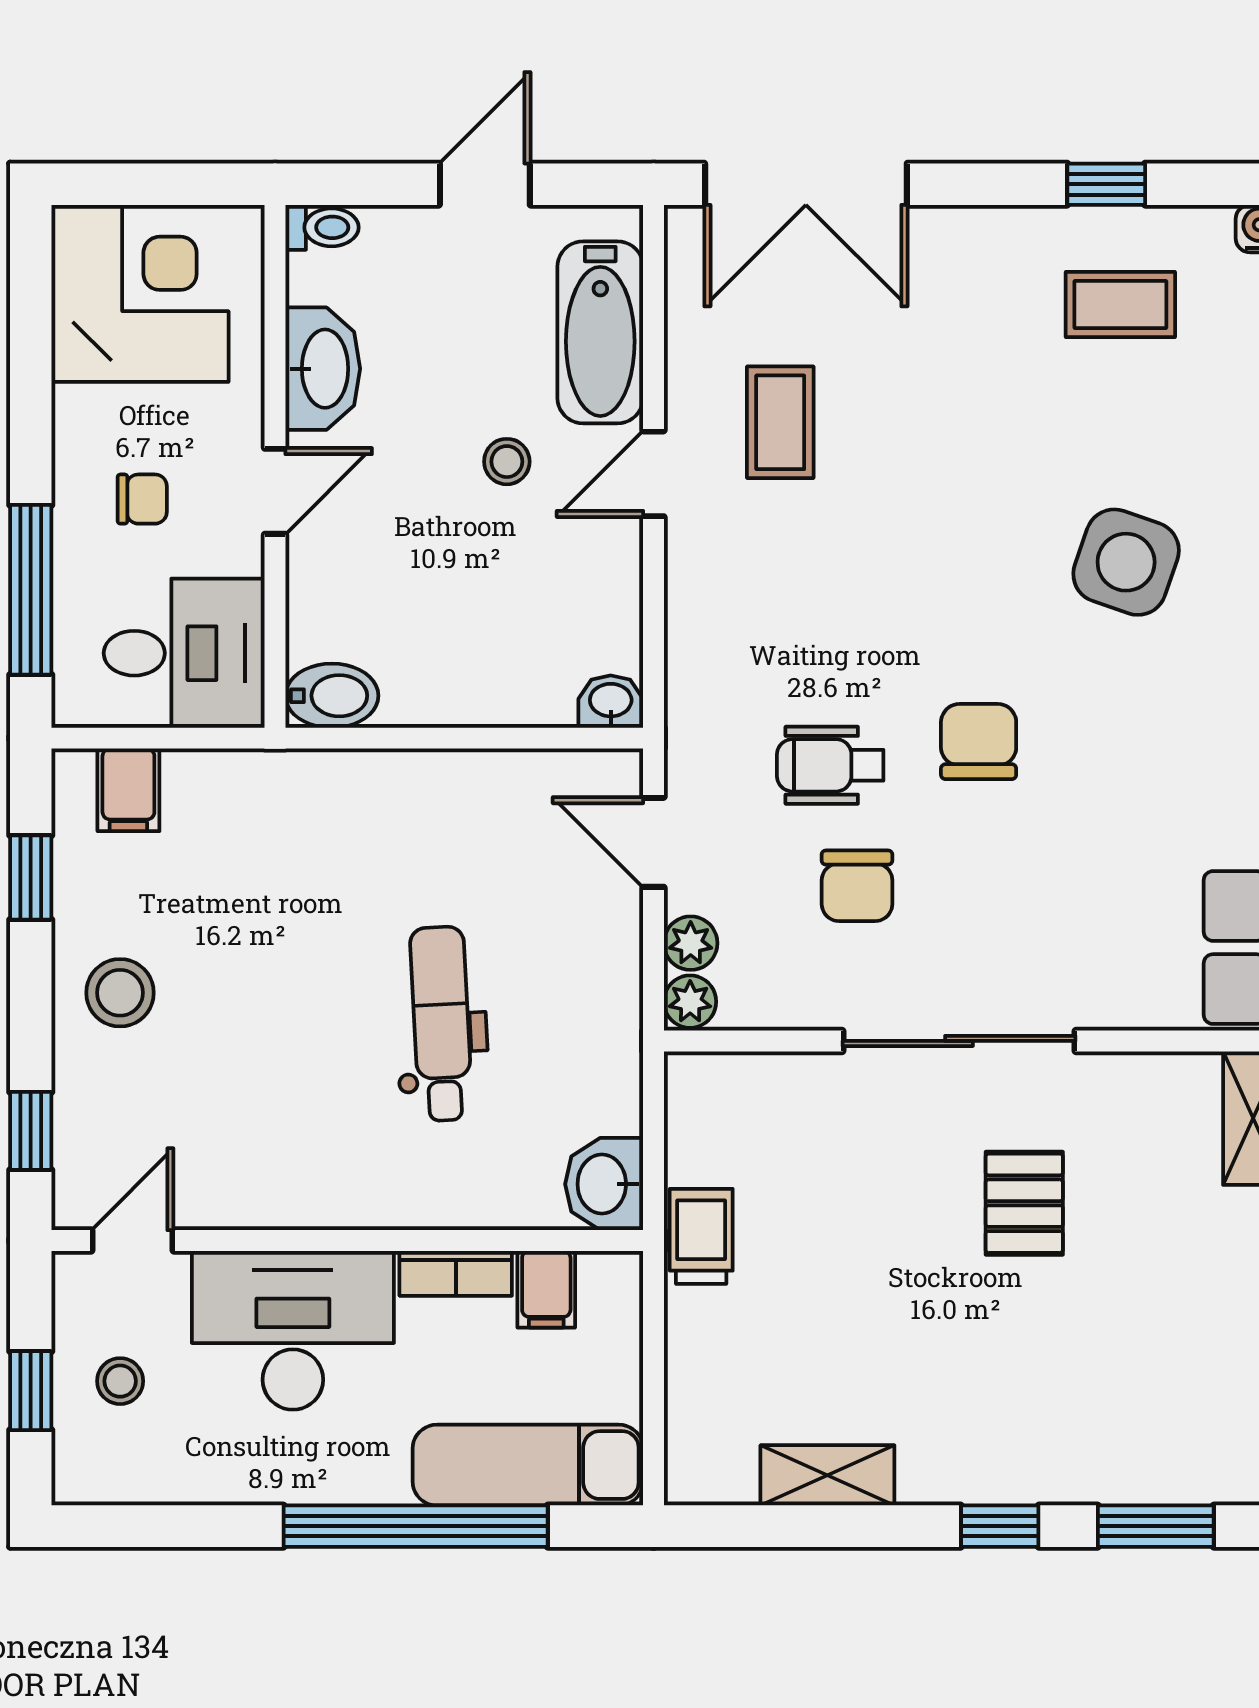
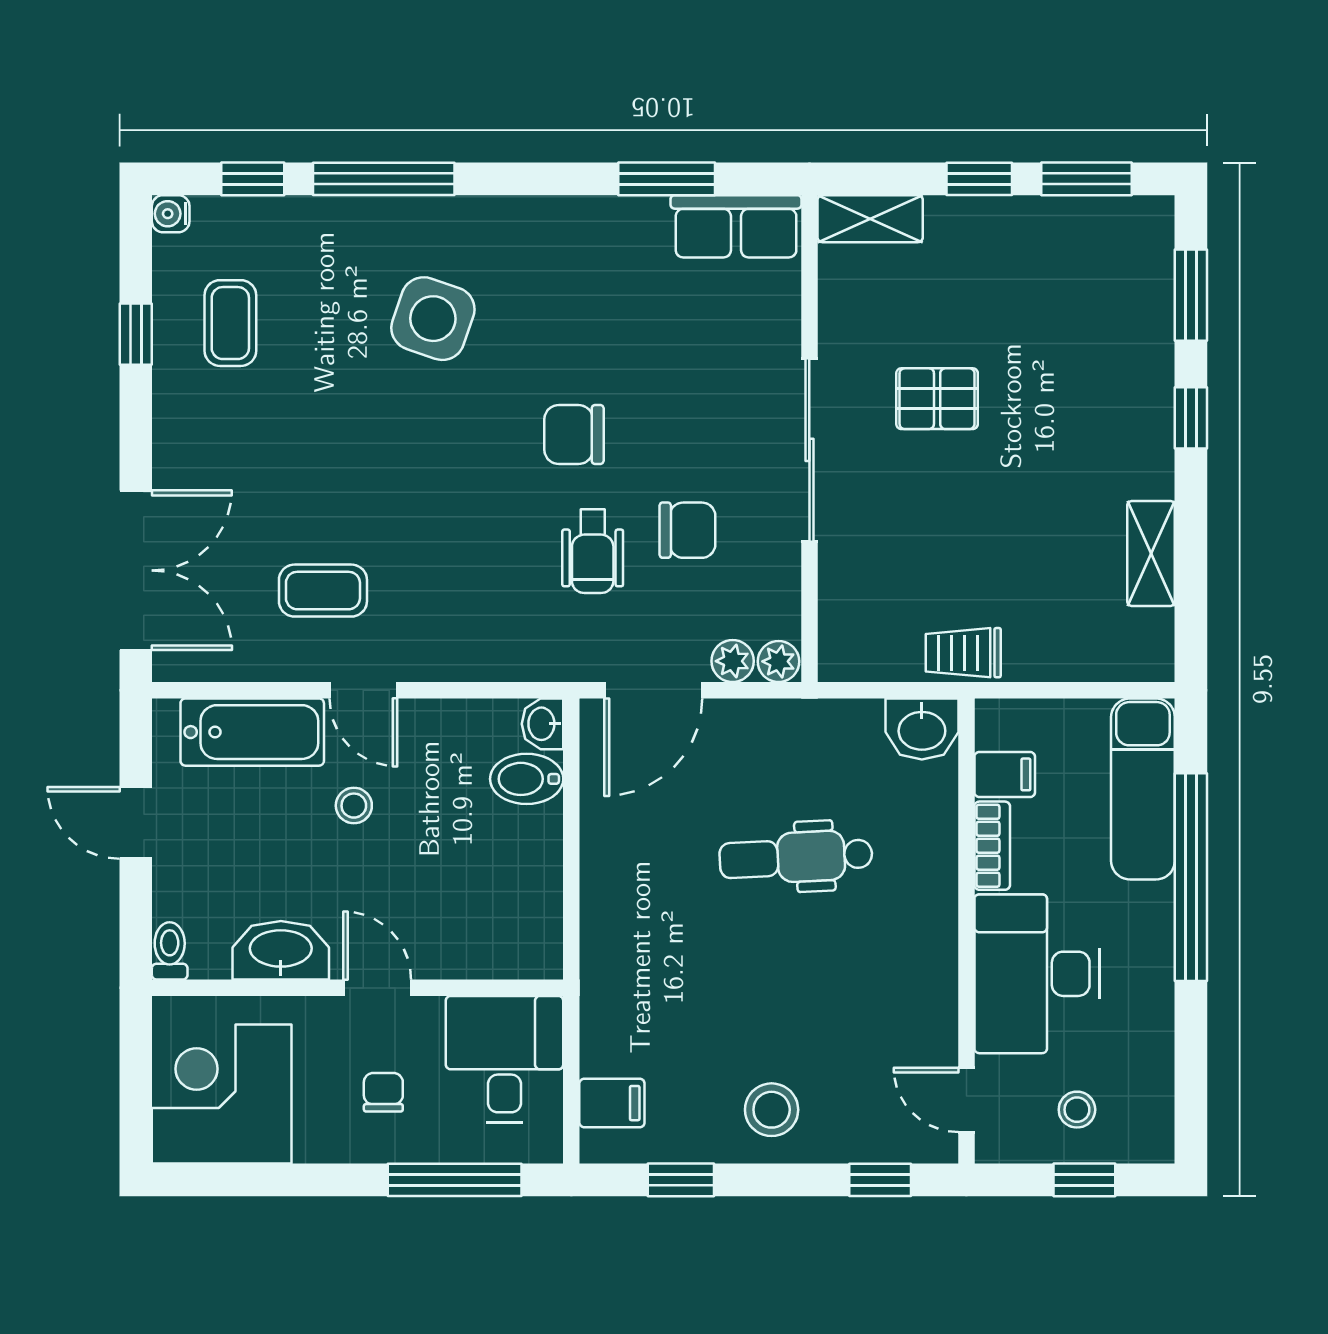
bidet: (332, 696) -> (527, 779), moved, turned -90
door: (654, 842) -> (653, 690), width x1.38

